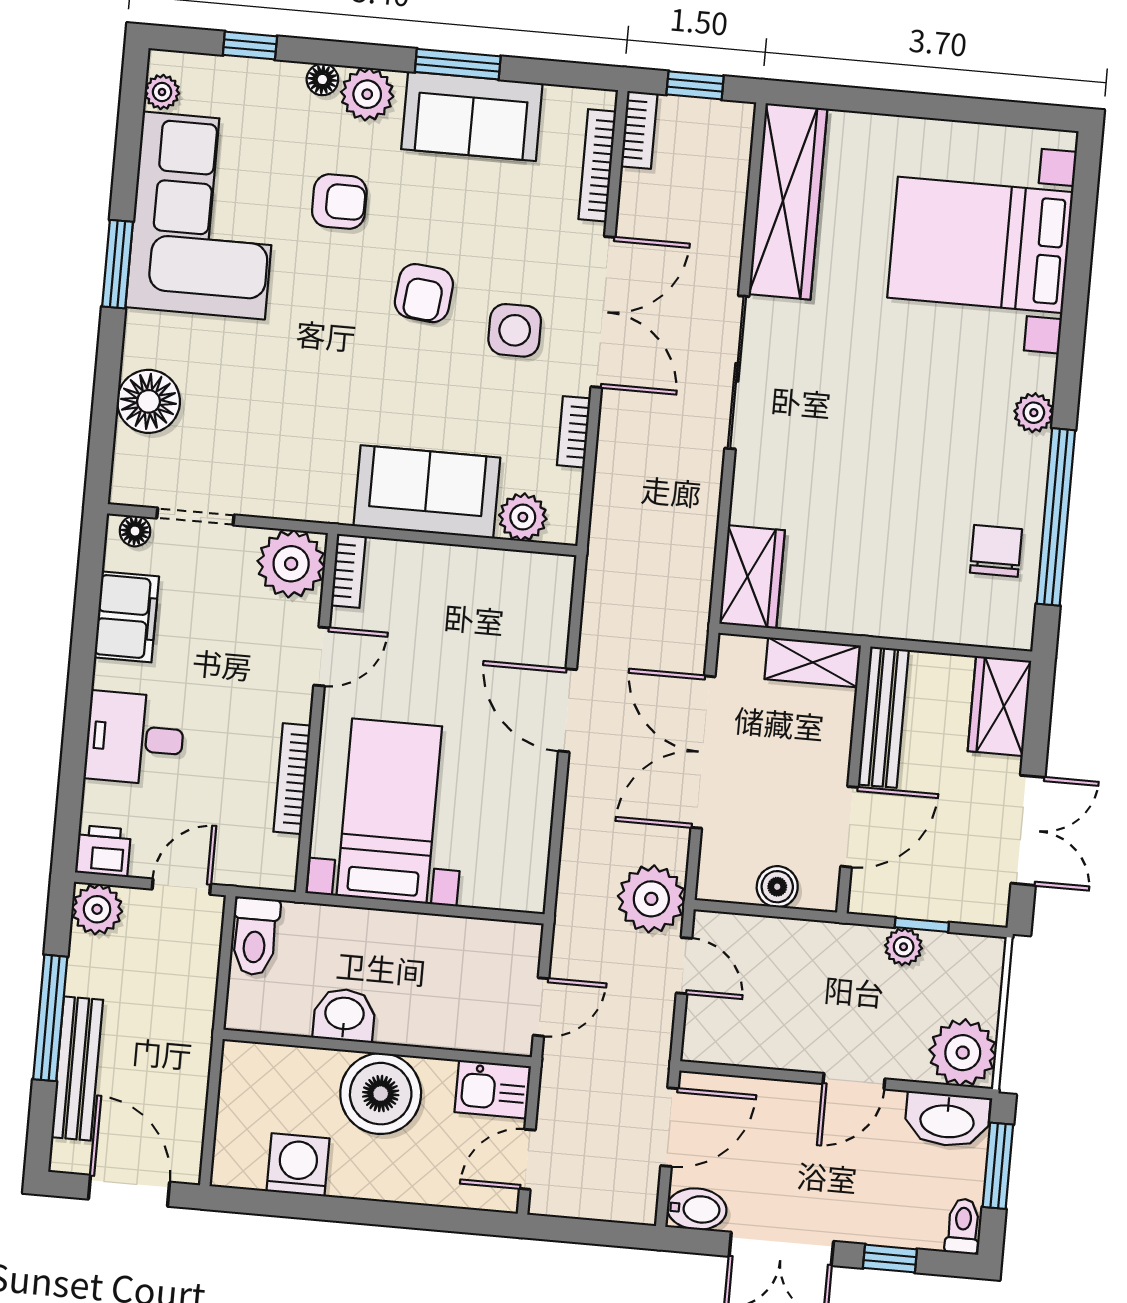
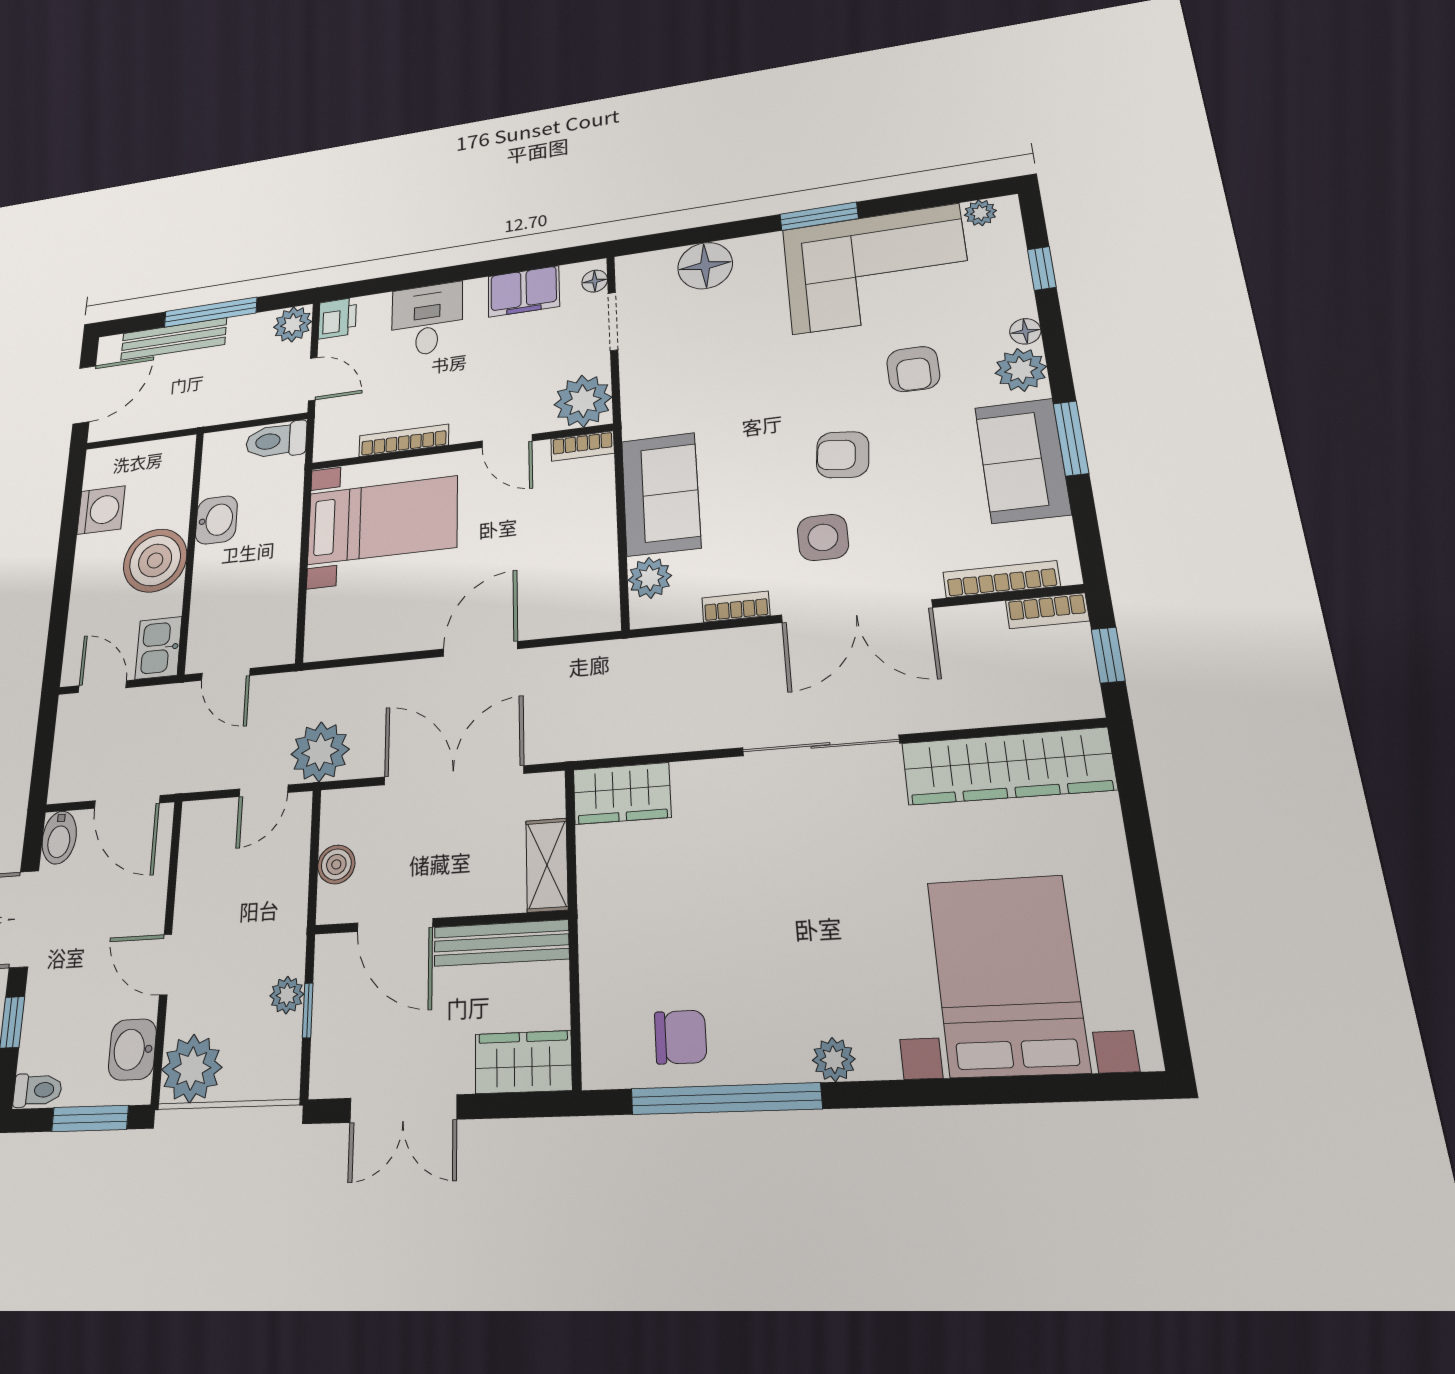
washbasin: (947, 1120) -> (132, 1049), width x0.72

